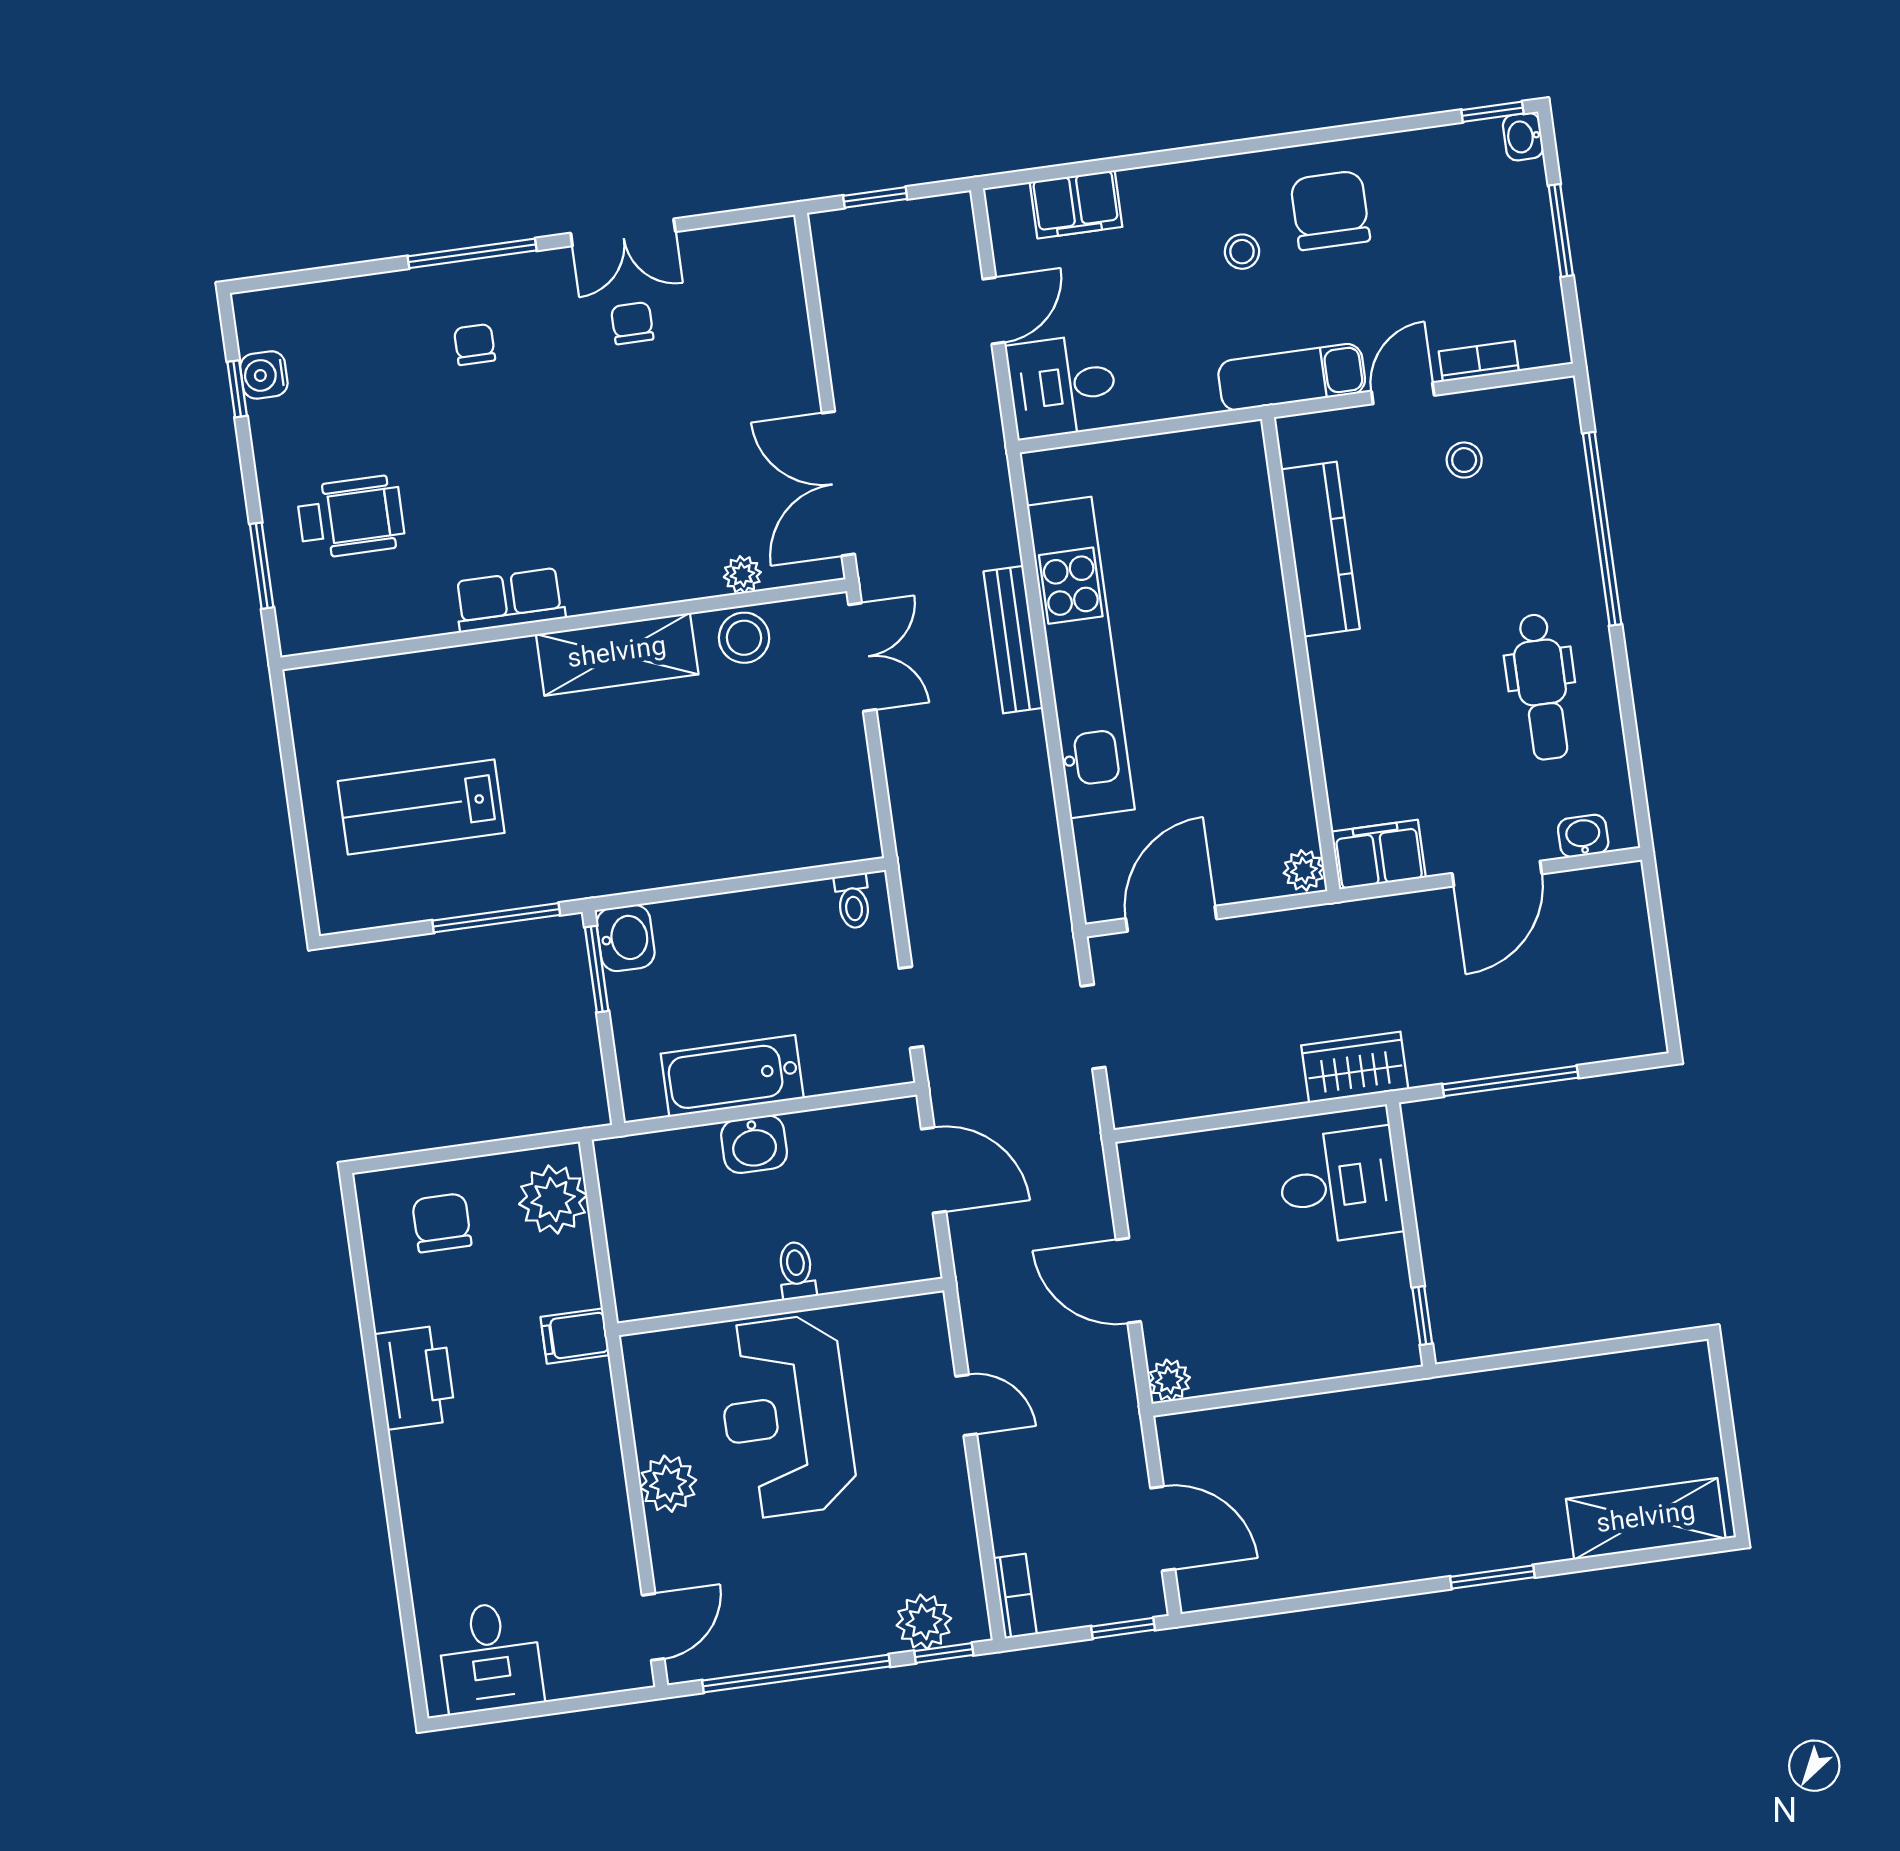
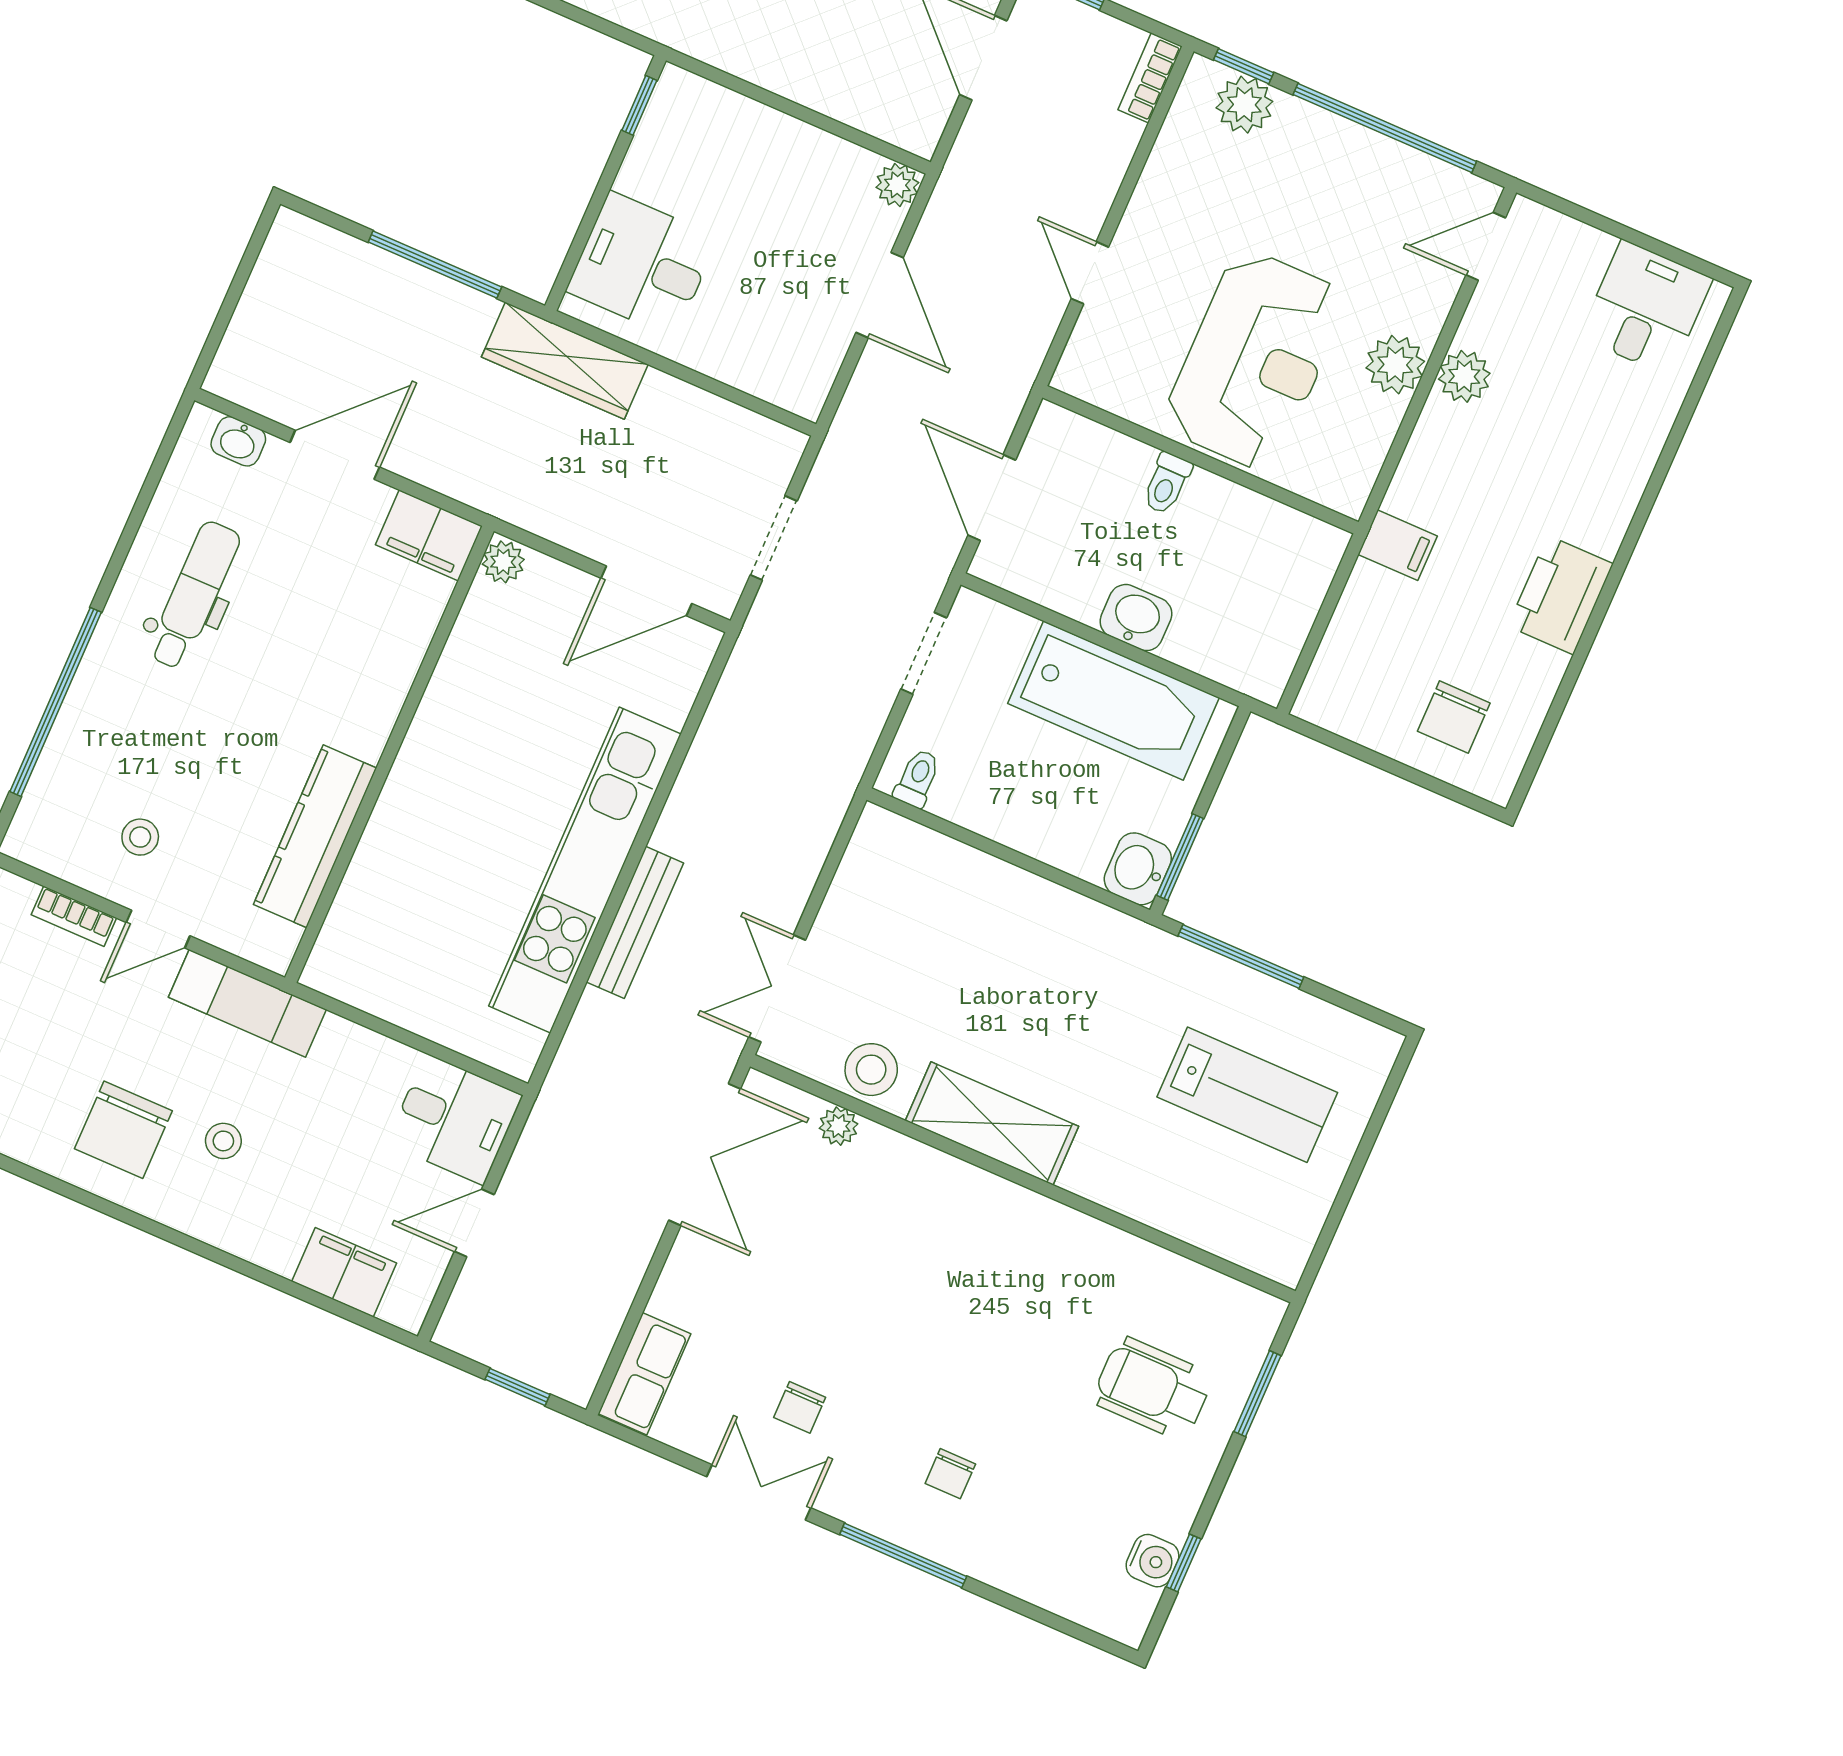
row of seats: (510, 600) -> (644, 1374), moved, turned -90
wardrobe: (1355, 1067) -> (565, 361), width x1.50
bathtub: (732, 1076) -> (1113, 701), width x1.36, depth x1.36
plant: (553, 1200) -> (1464, 376), moved, width x0.73, depth x0.73

